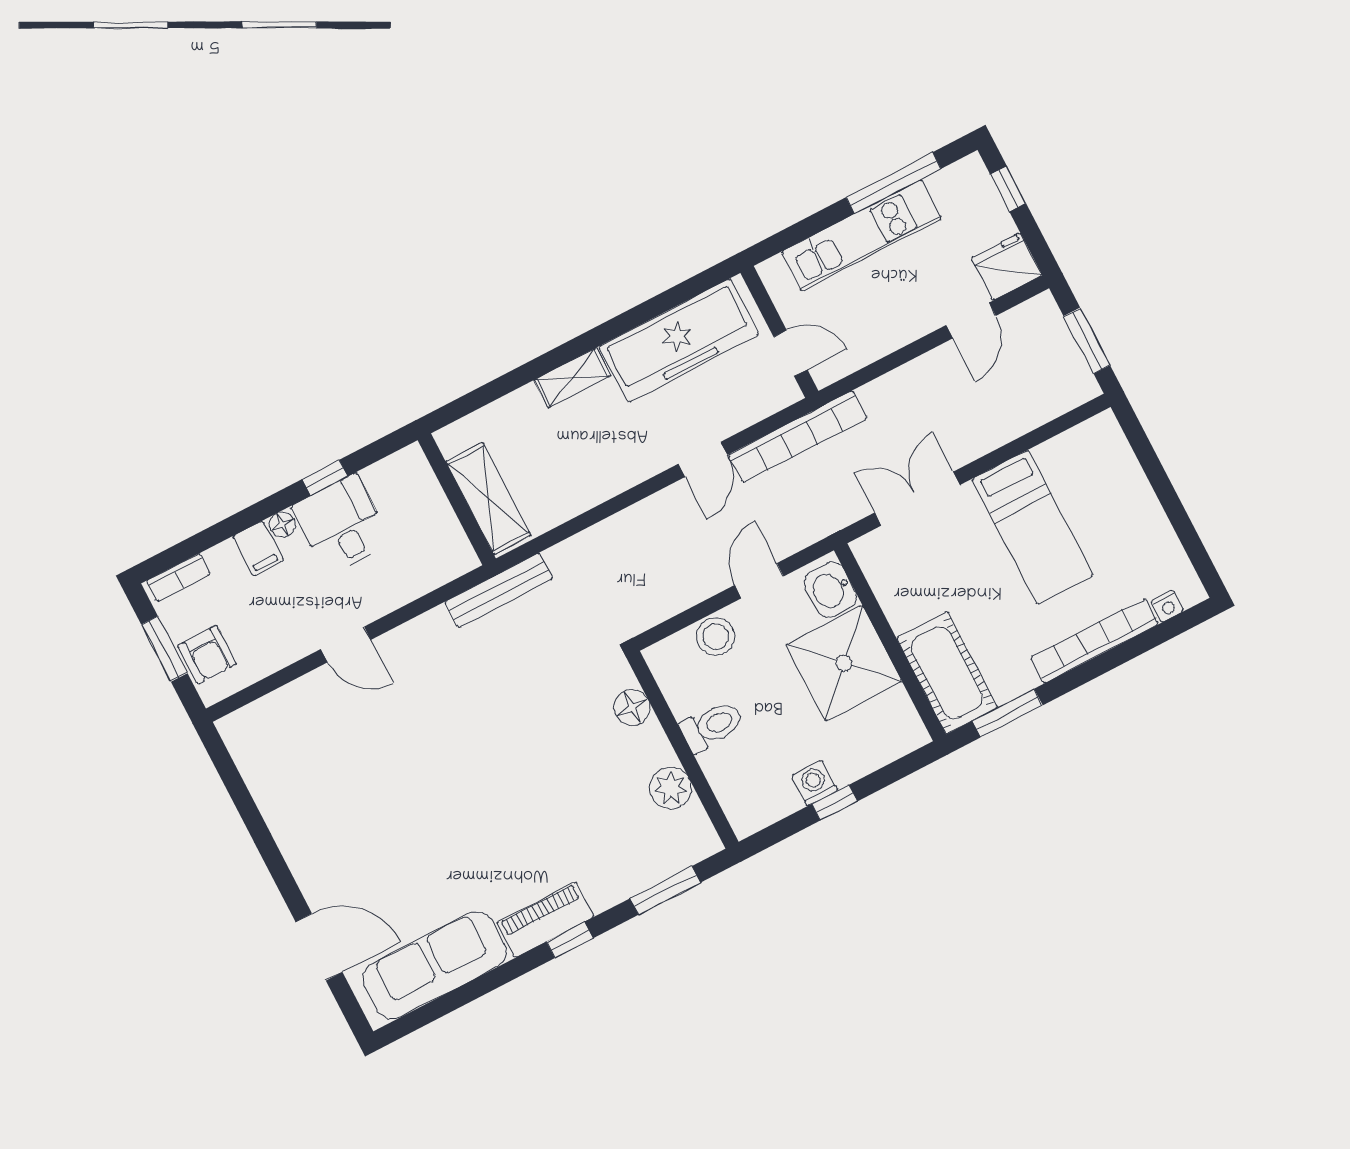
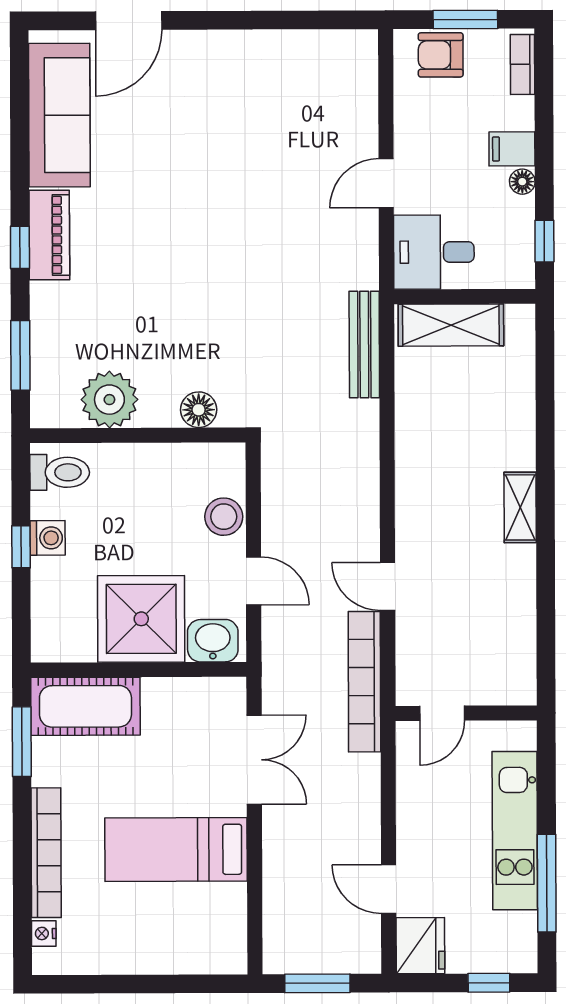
freezer: (679, 340) -> (505, 620), removed
shelving: (488, 498) -> (451, 325), moved
wall: (457, 499) -> (465, 297), moved
desk: (342, 525) -> (434, 252), moved, turned 180
toilet: (712, 726) -> (60, 472), moved, turned -90
plant: (671, 788) -> (109, 400), width x1.36, depth x1.36

